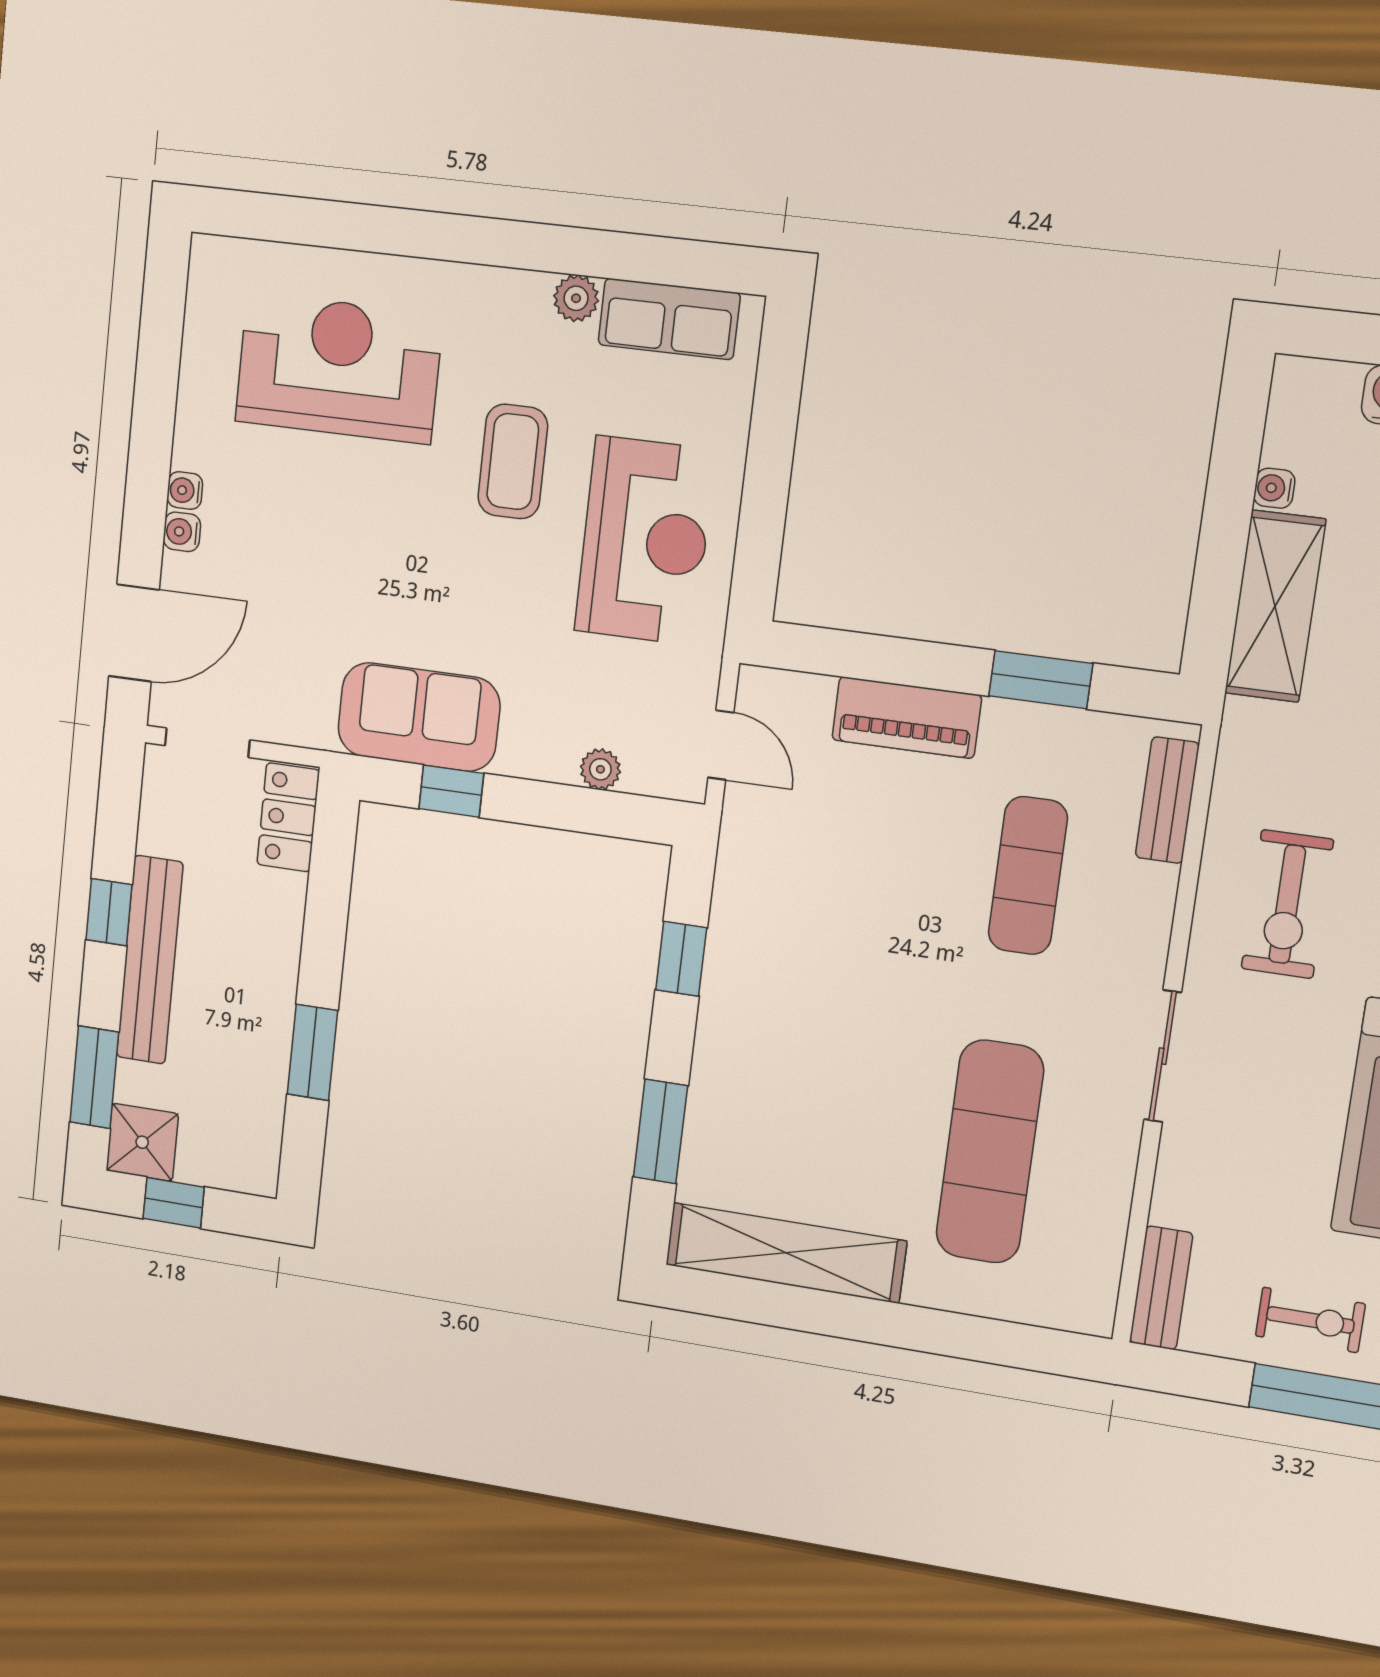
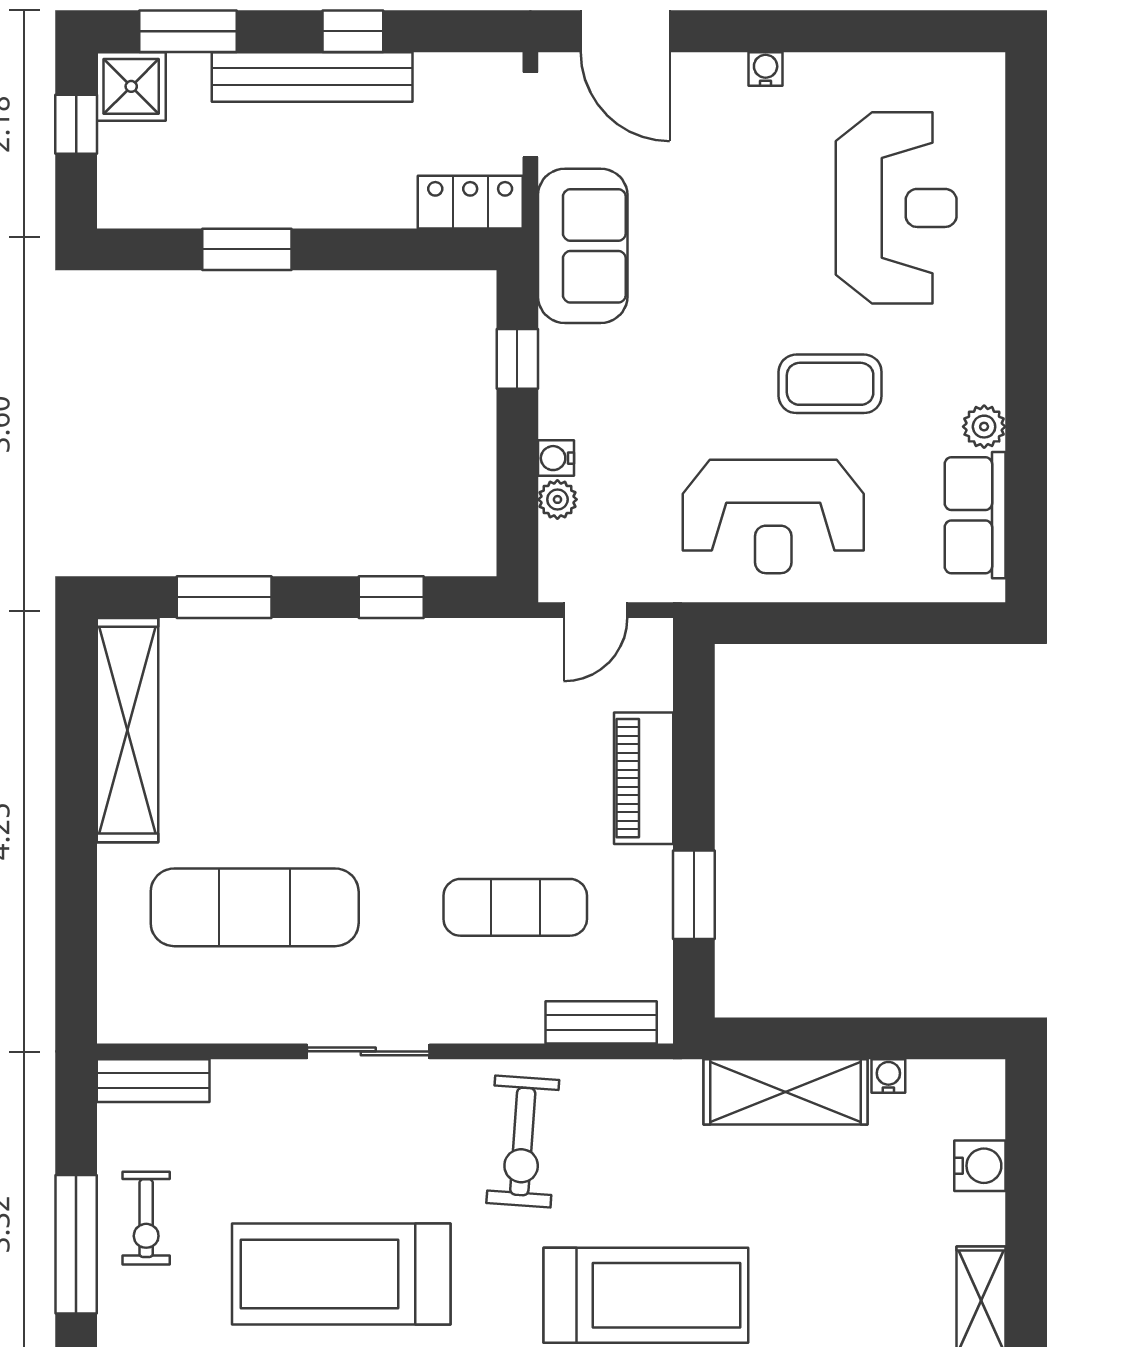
water cooler: (182, 532) -> (556, 458), moved, turned -90
sofa: (419, 717) -> (583, 246), moved
exercise bike: (1287, 904) -> (523, 1141), turned -86

